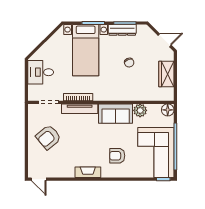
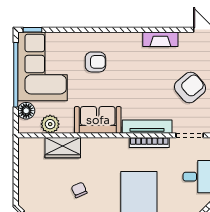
wardrobe: (166, 74) -> (63, 148), moved, turned 90
plant: (140, 110) -> (50, 124), moved
floor lamp: (168, 110) -> (26, 111), moved
fireplace: (88, 172) -> (160, 39), moved

